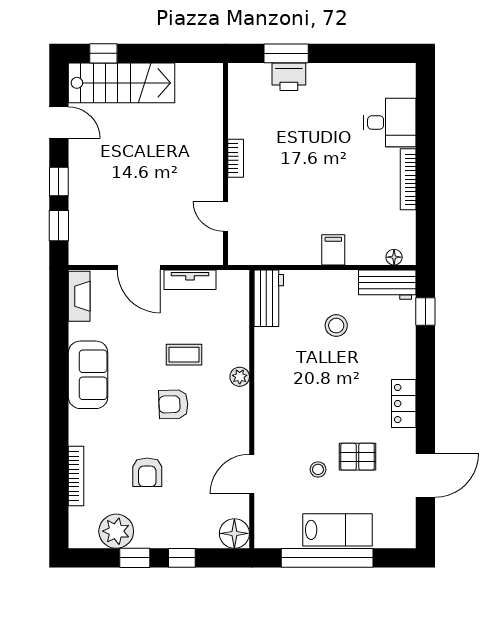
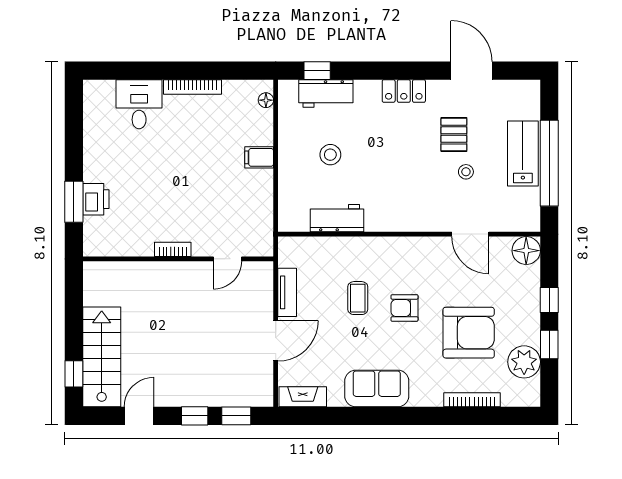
workbench: (387, 285) -> (326, 93), moved, turned 90
workbench: (269, 298) -> (337, 218), moved
plant: (240, 377) -> (379, 246), removed
armchair: (173, 404) -> (404, 308), turned 92
armchair: (147, 472) -> (469, 333), width x1.88, depth x1.88

